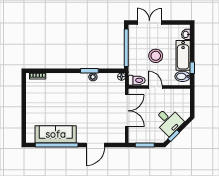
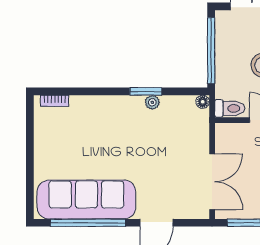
double door: (127, 111) -> (212, 182), moved
sofa: (56, 134) -> (86, 200), width x1.36, depth x1.27

